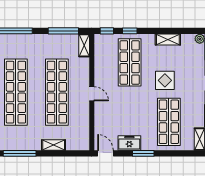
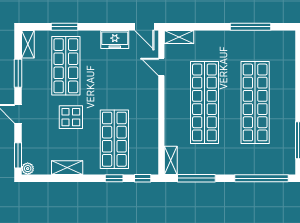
door: (92, 94) -> (161, 67), moved
shelving: (54, 145) -> (179, 37), moved
window: (143, 153) -> (64, 27), moved

